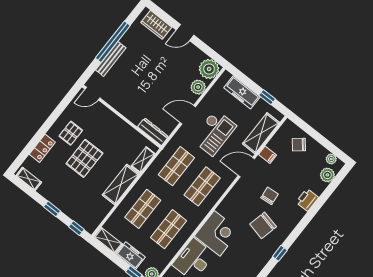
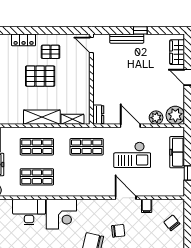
window: (113, 42) -> (140, 30), width x0.32
dresser: (153, 132) -> (98, 115), width x0.70
shelving: (261, 133) -> (158, 189), removed
shop shelf: (202, 186) -> (87, 177), removed

